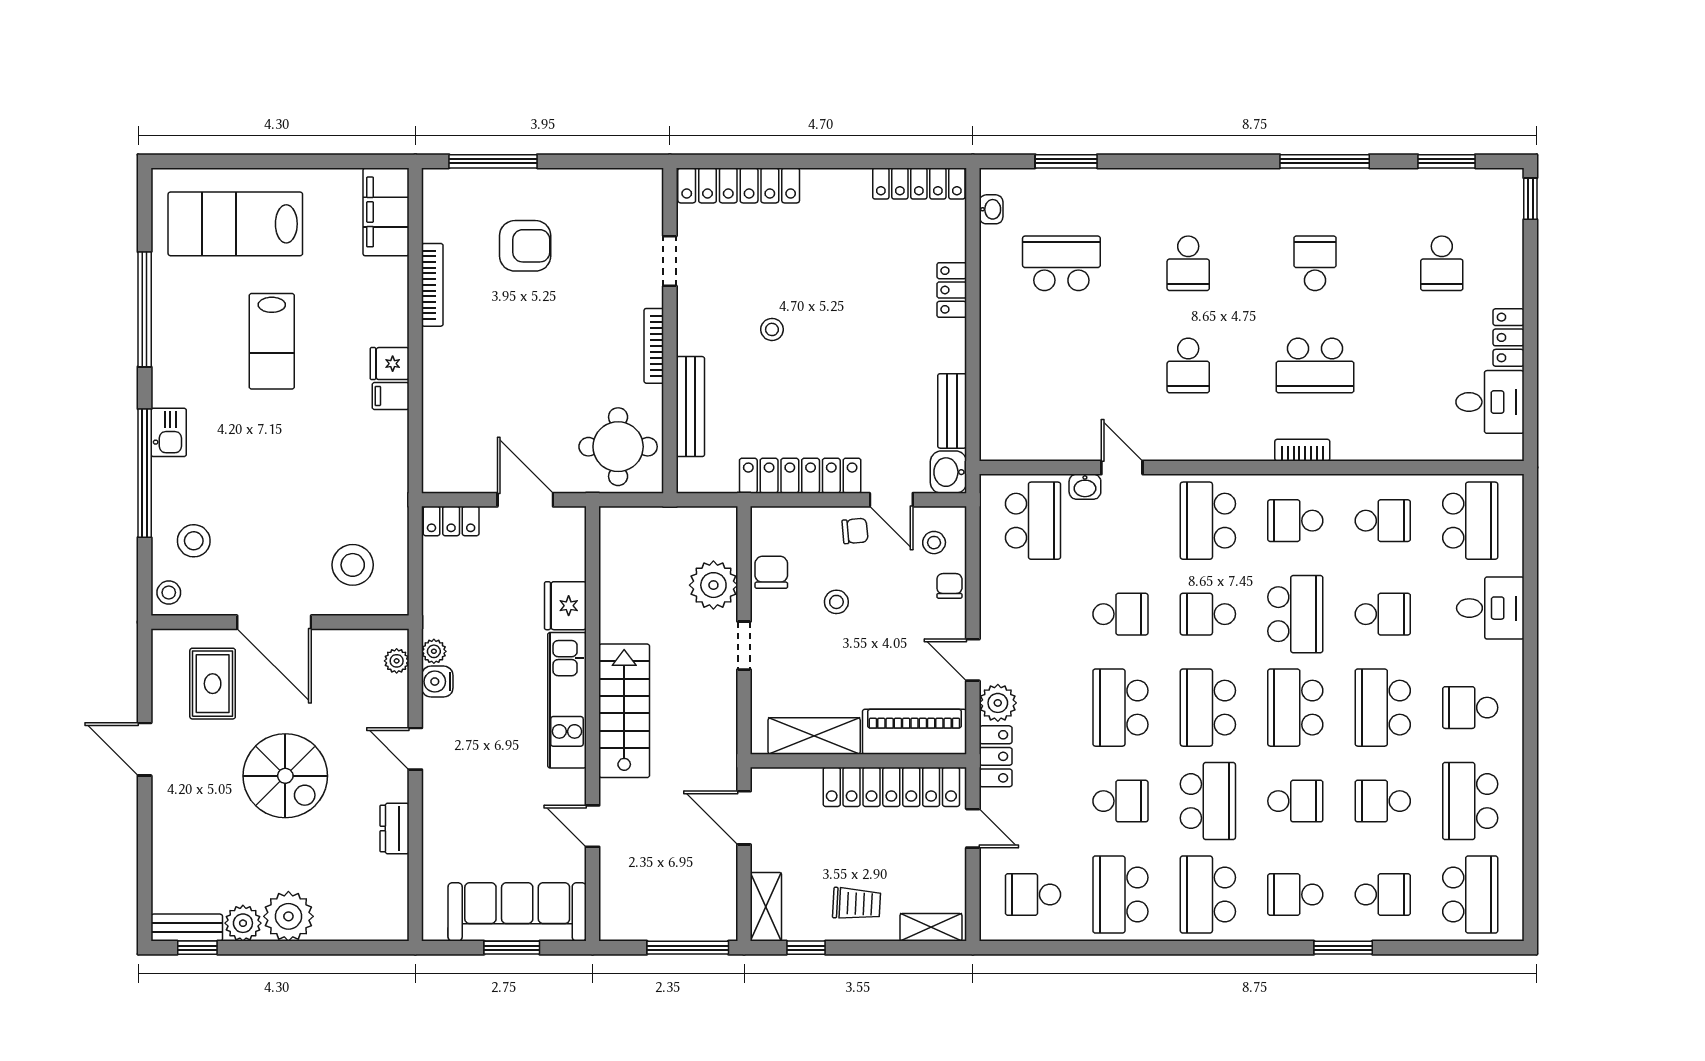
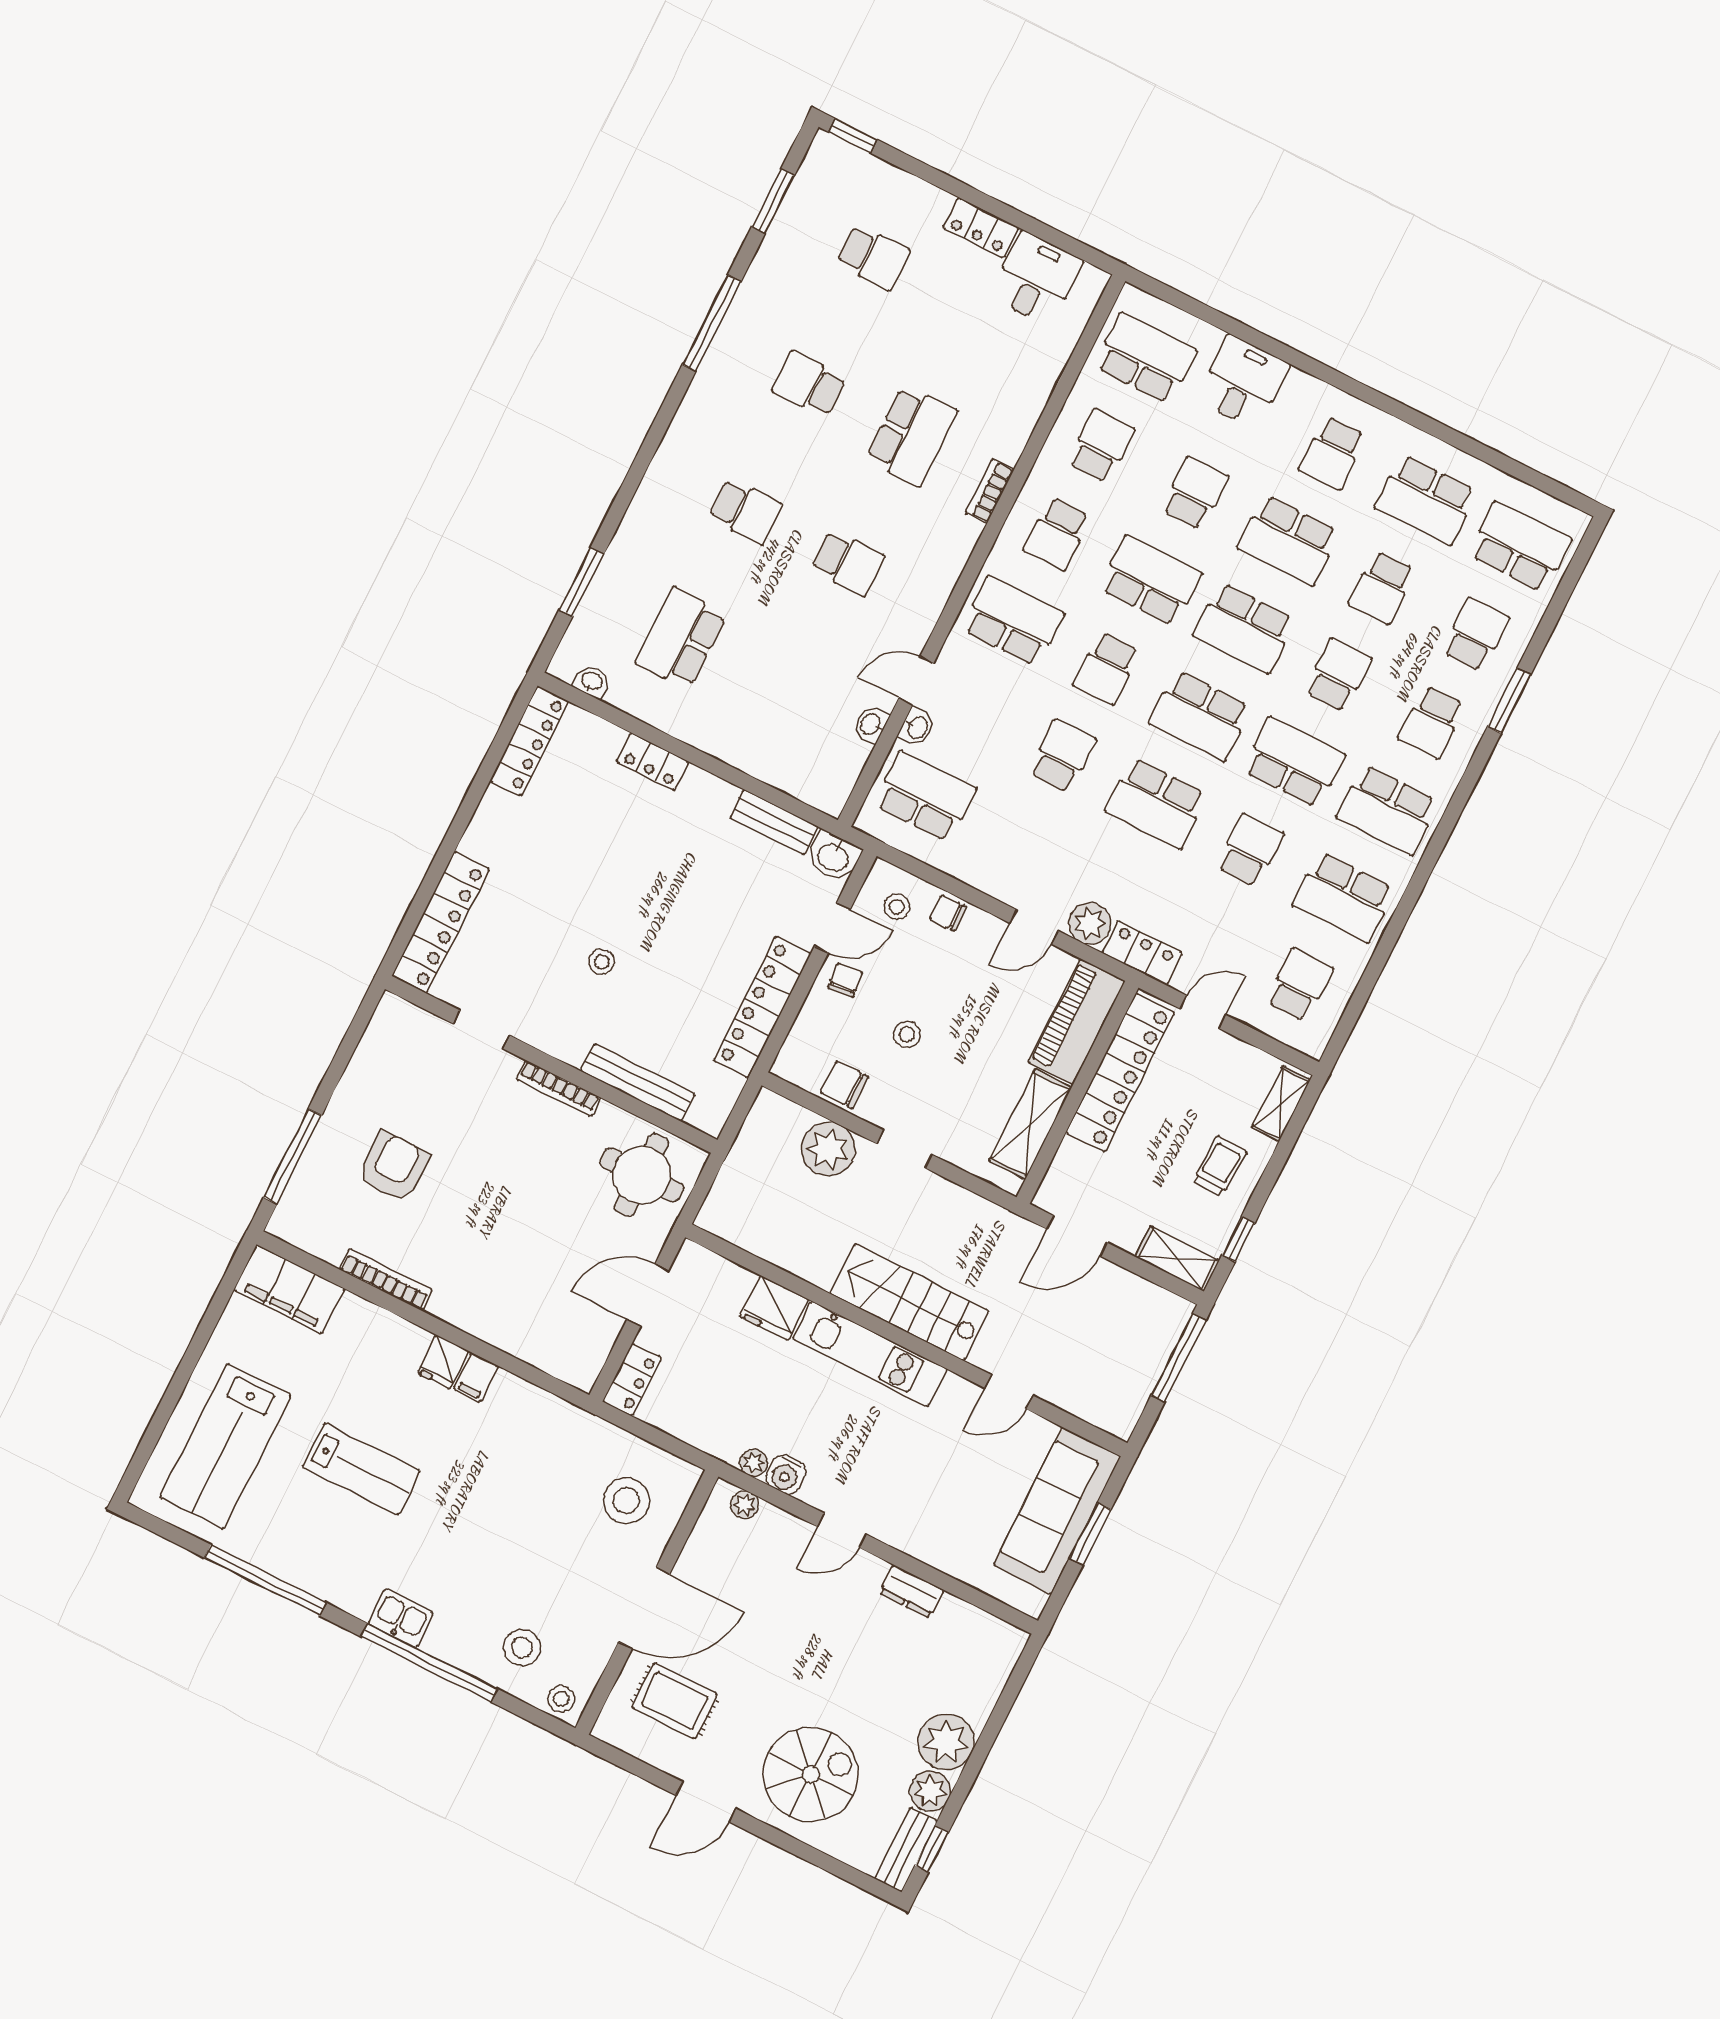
washbasin: (1069, 449) -> (871, 724), added
school desk: (1208, 521) -> (1013, 621), turned 180
spiral stairs: (285, 776) -> (811, 1774), moved
school desk: (1033, 895) -> (1299, 985), turned 180

